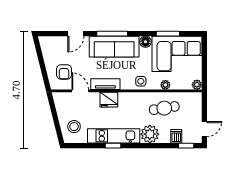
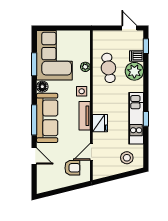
tv unit: (105, 84) -> (85, 116), moved
plant: (197, 85) -> (85, 35), removed
plant: (150, 134) -> (134, 71), moved

